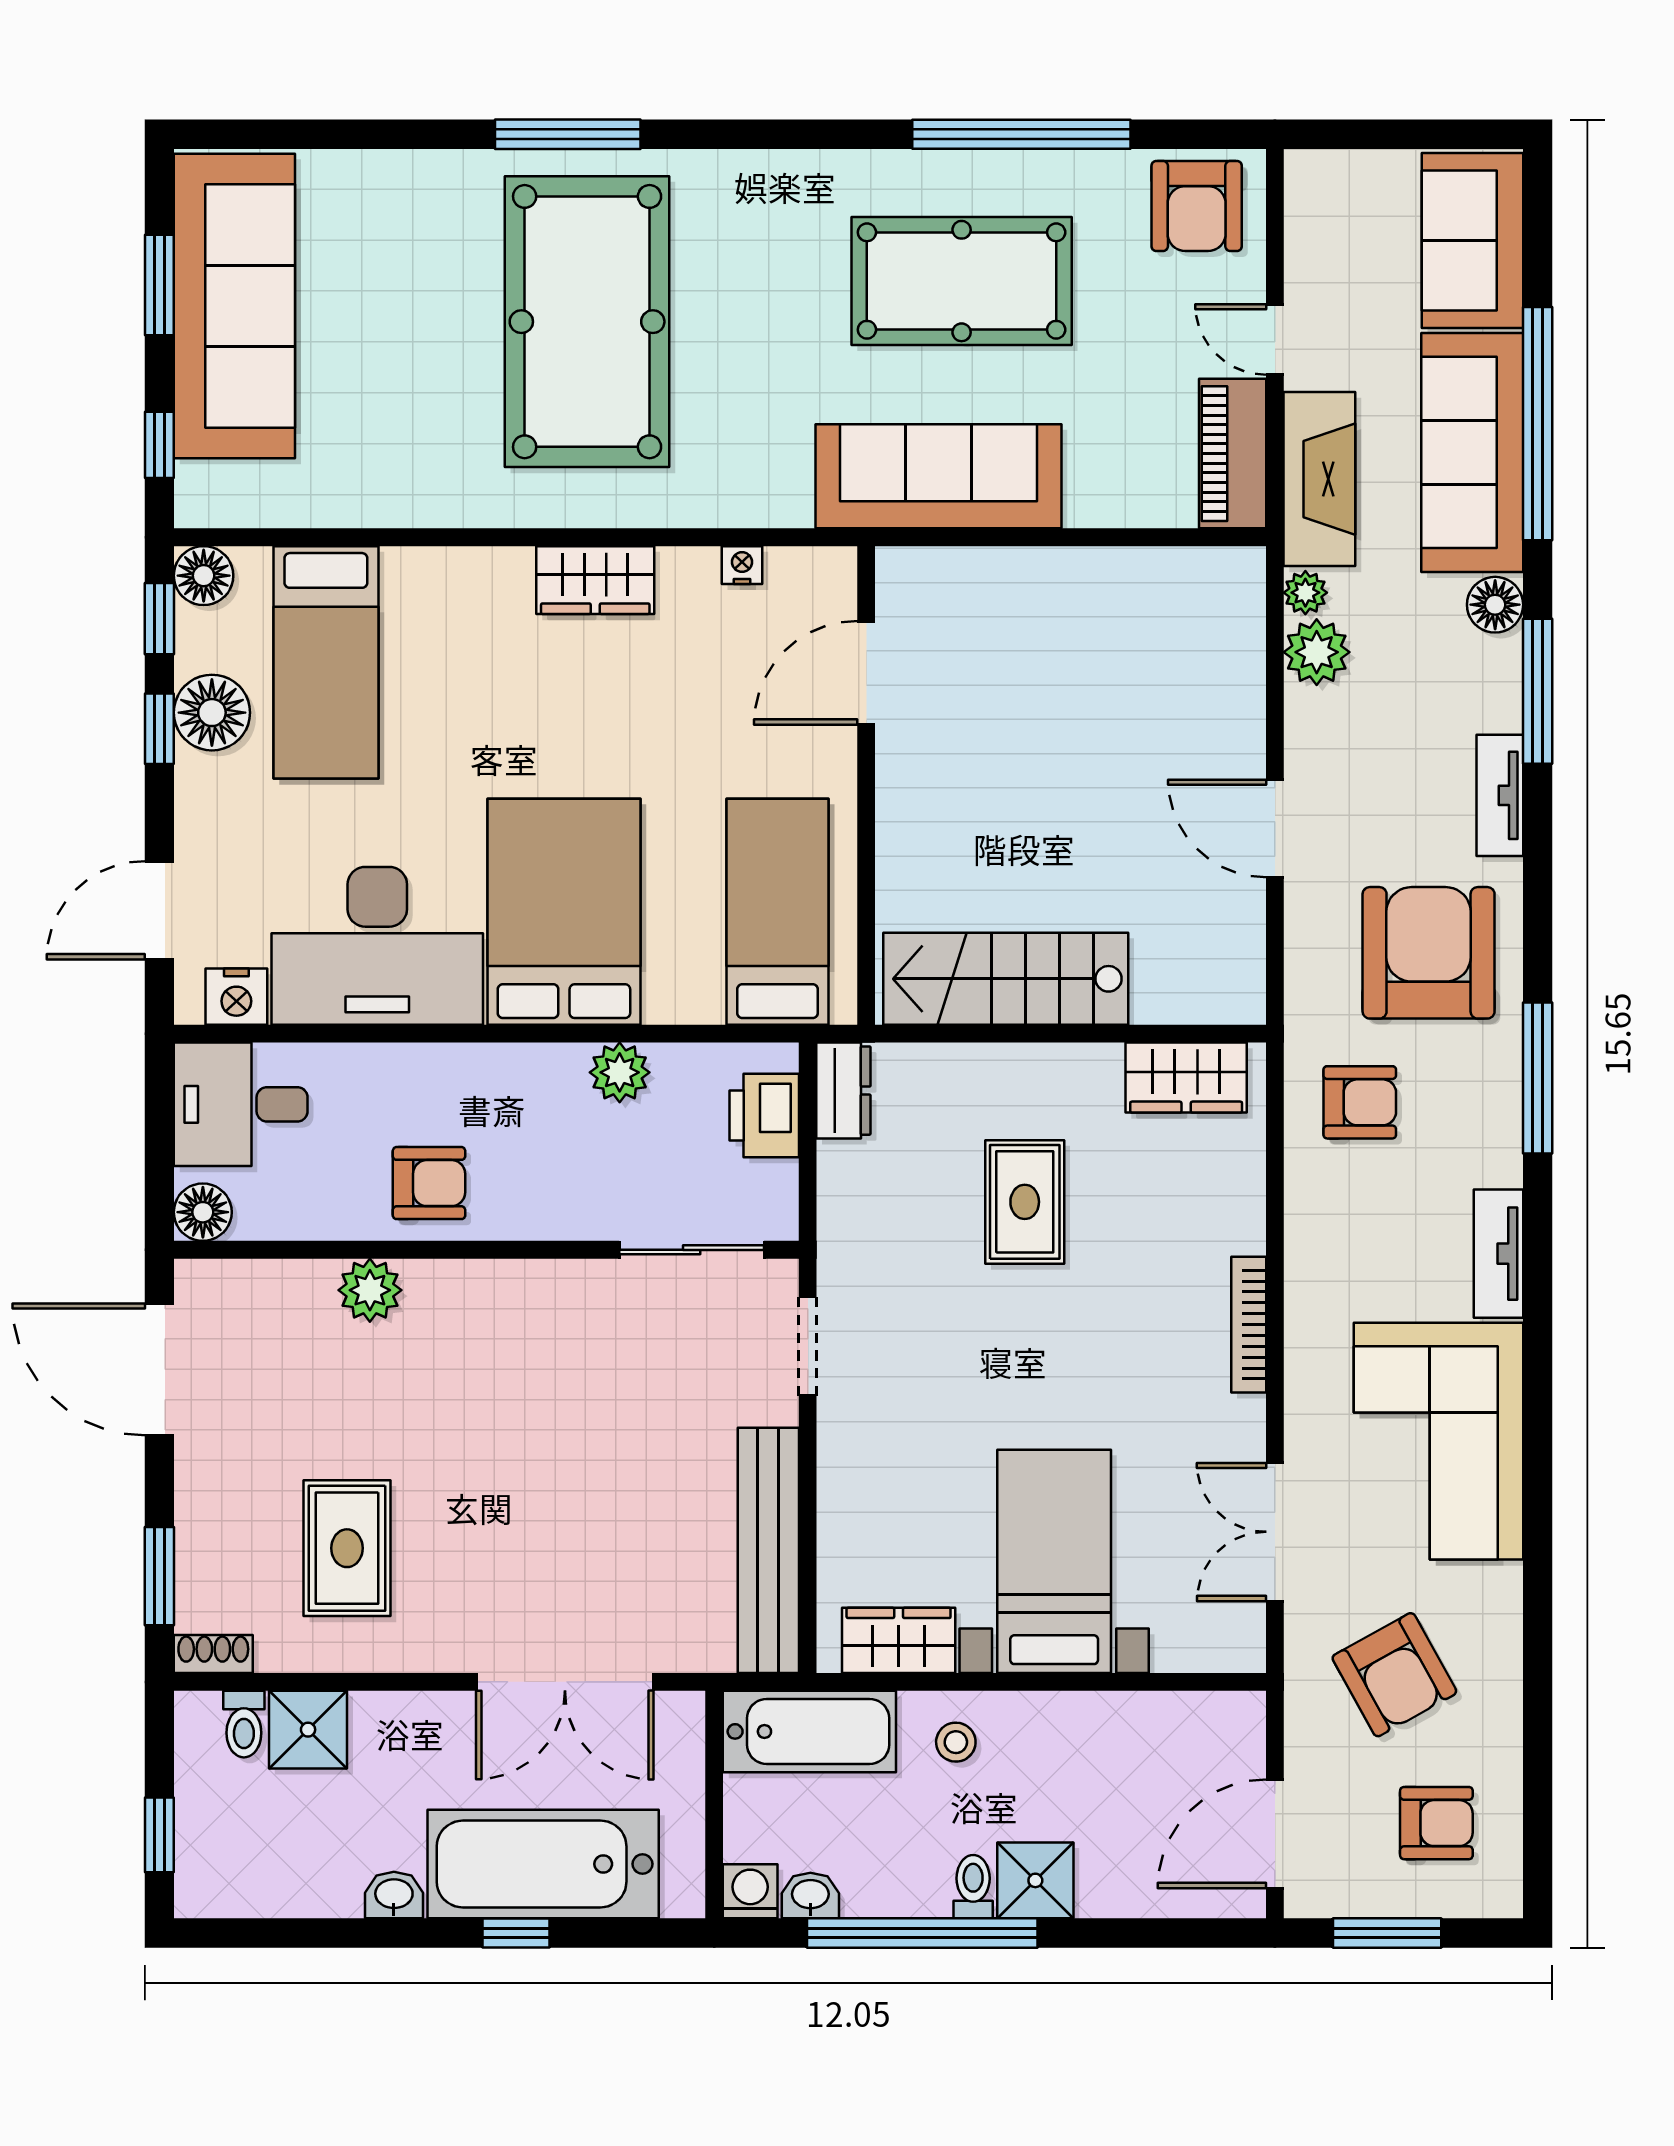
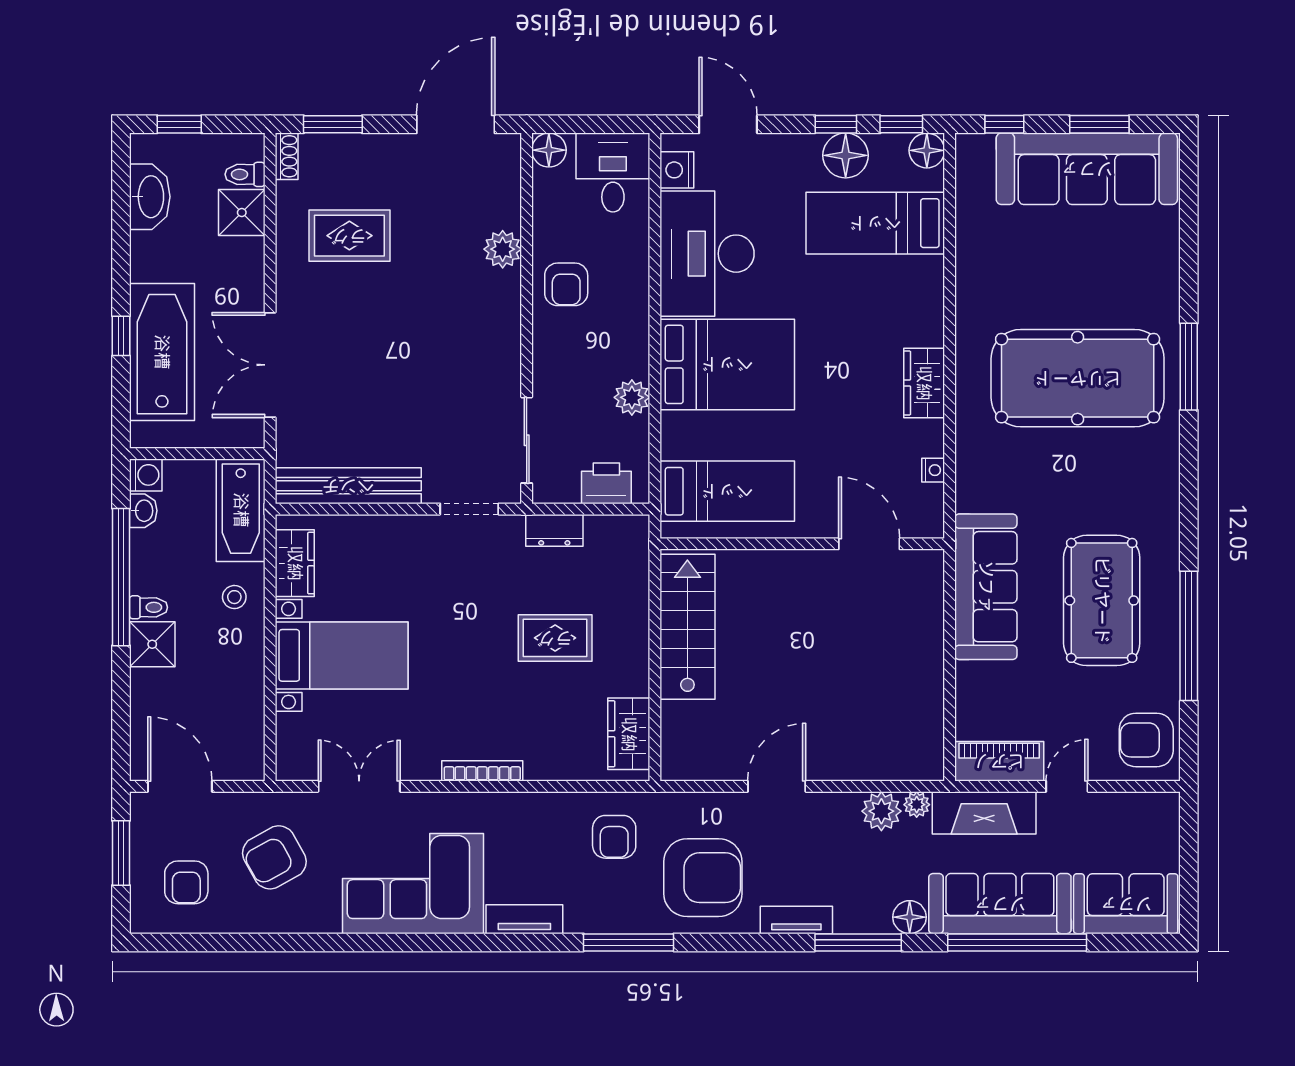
dresser: (843, 1091) -> (554, 530), moved
washbasin: (394, 1895) -> (150, 197), moved, width x1.91, depth x1.45

